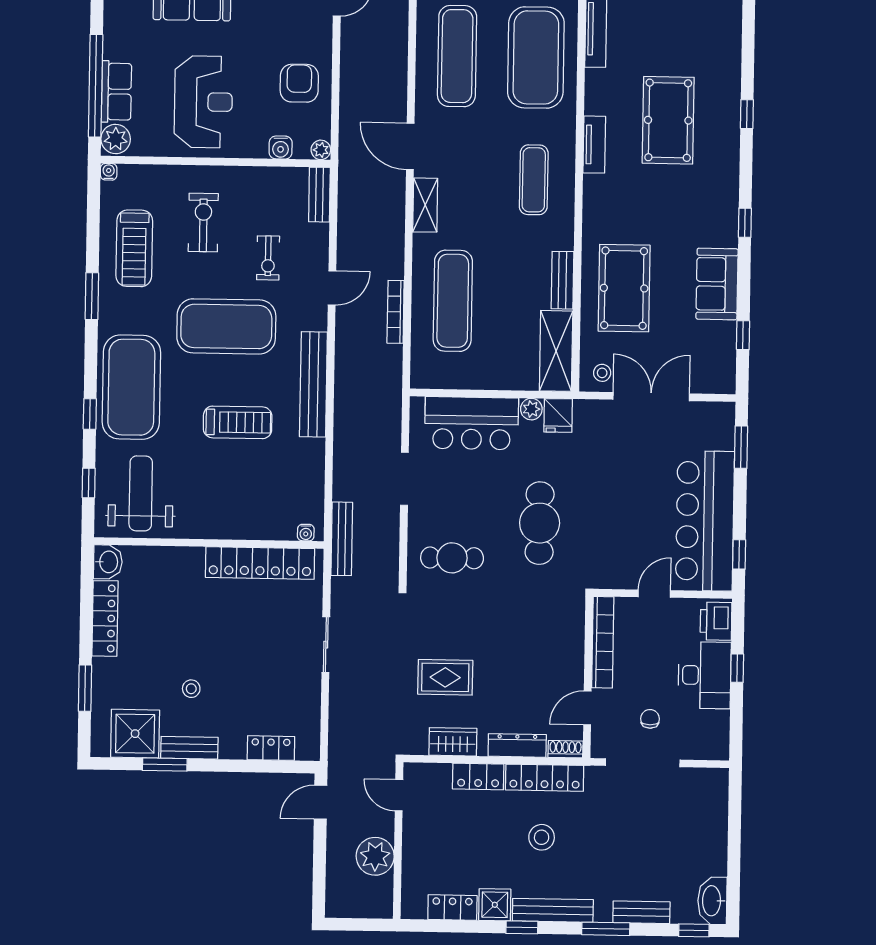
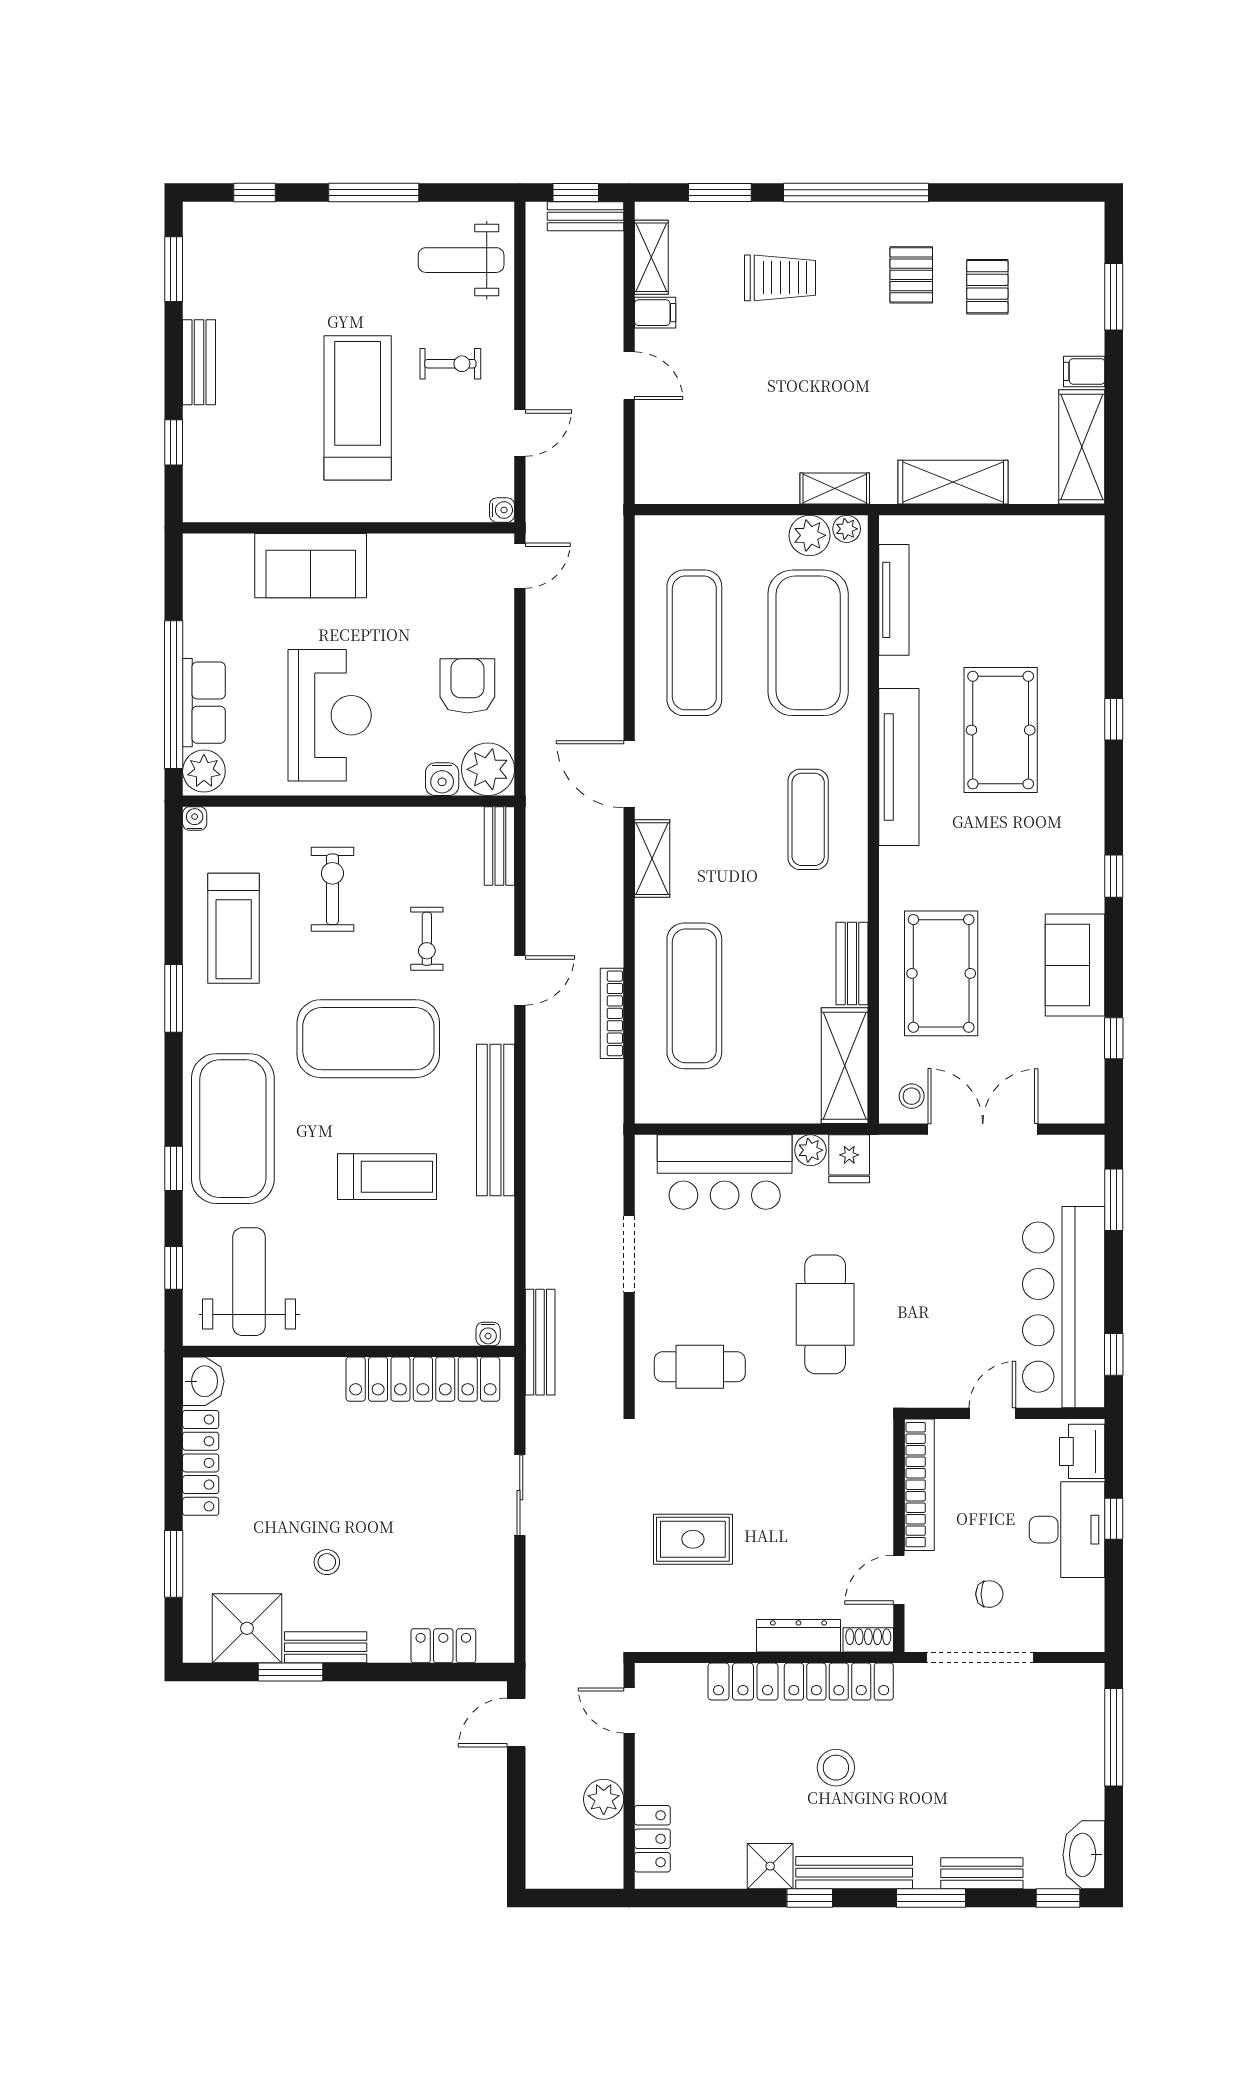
tv unit: (594, 145) -> (899, 767), width x1.92, depth x1.29
plant: (321, 150) -> (488, 769), width x1.88, depth x1.88
chair: (650, 719) -> (989, 1594), turned 90
wardrobe: (453, 742) -> (706, 1632), removed
window: (735, 820) -> (1114, 1737), added
plant: (375, 856) -> (604, 1799), width x0.73, depth x0.73
locker: (452, 907) -> (652, 1839), moved, turned 90

